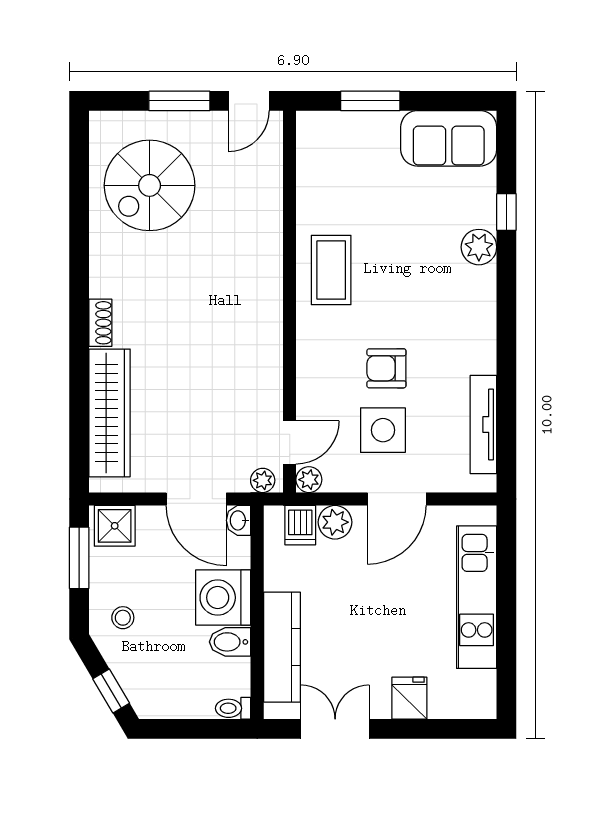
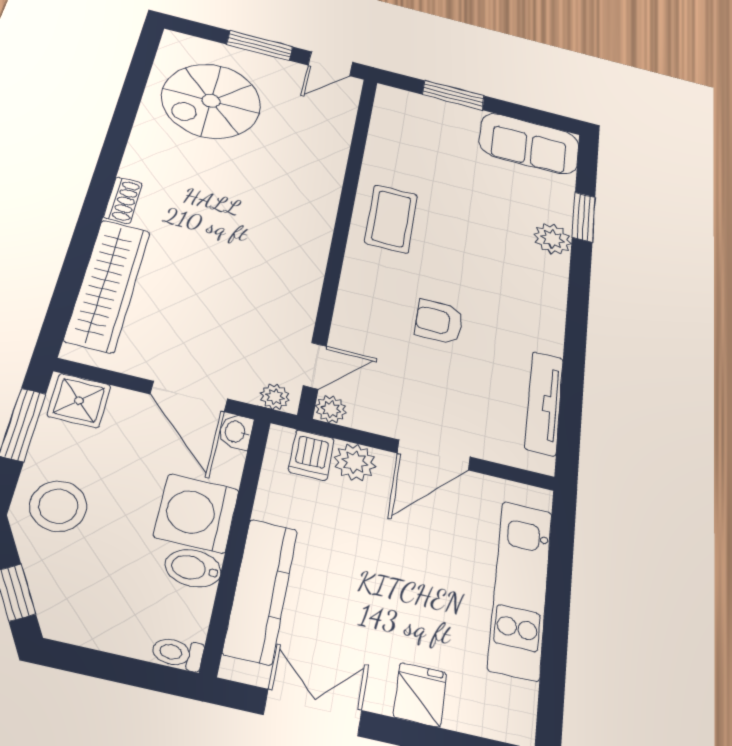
window: (506, 212) -> (584, 217), width x1.50
side table: (383, 430) -> (427, 380), removed
stool: (123, 618) -> (58, 506), width x1.89, depth x1.89

